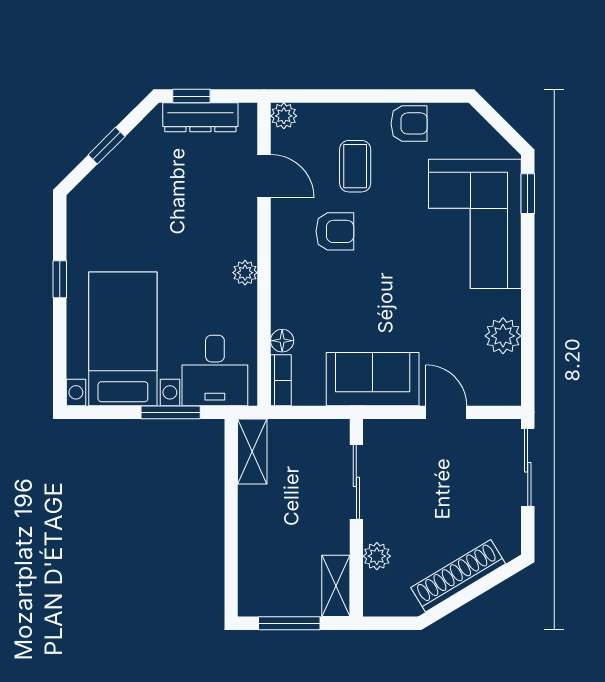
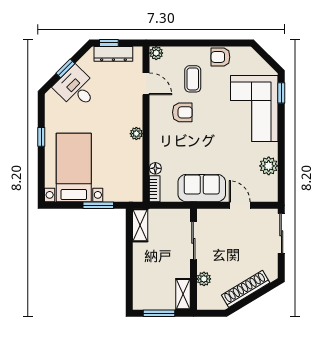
armchair: (409, 123) -> (220, 57), turned 180
desk: (215, 370) -> (76, 88), moved, turned 135

